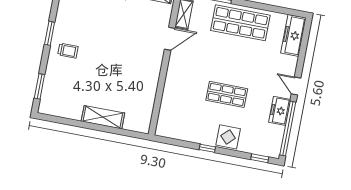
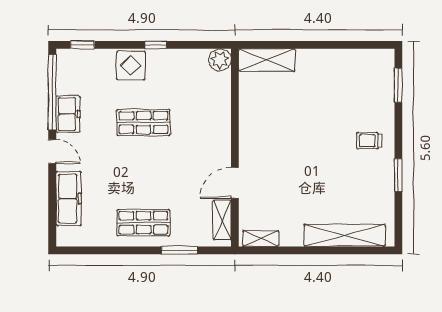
shop shelf: (240, 23) -> (144, 223), width x0.70, depth x0.74
window: (50, 33) -> (398, 175), moved
freezer: (293, 35) -> (69, 199), moved
shelving: (103, 117) -> (267, 60), moved
plant: (164, 129) -> (220, 60), added

